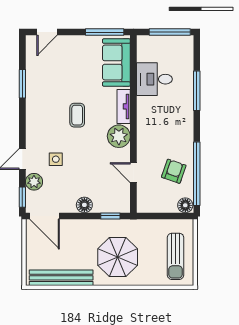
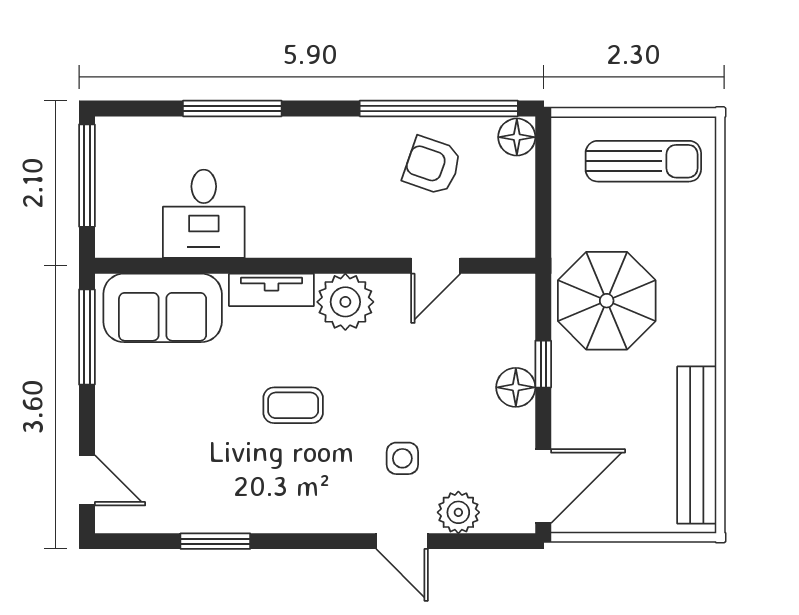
window: (22, 197) -> (497, 541), removed
window: (110, 216) -> (543, 364), moved
parasol: (118, 257) -> (607, 301), moved

